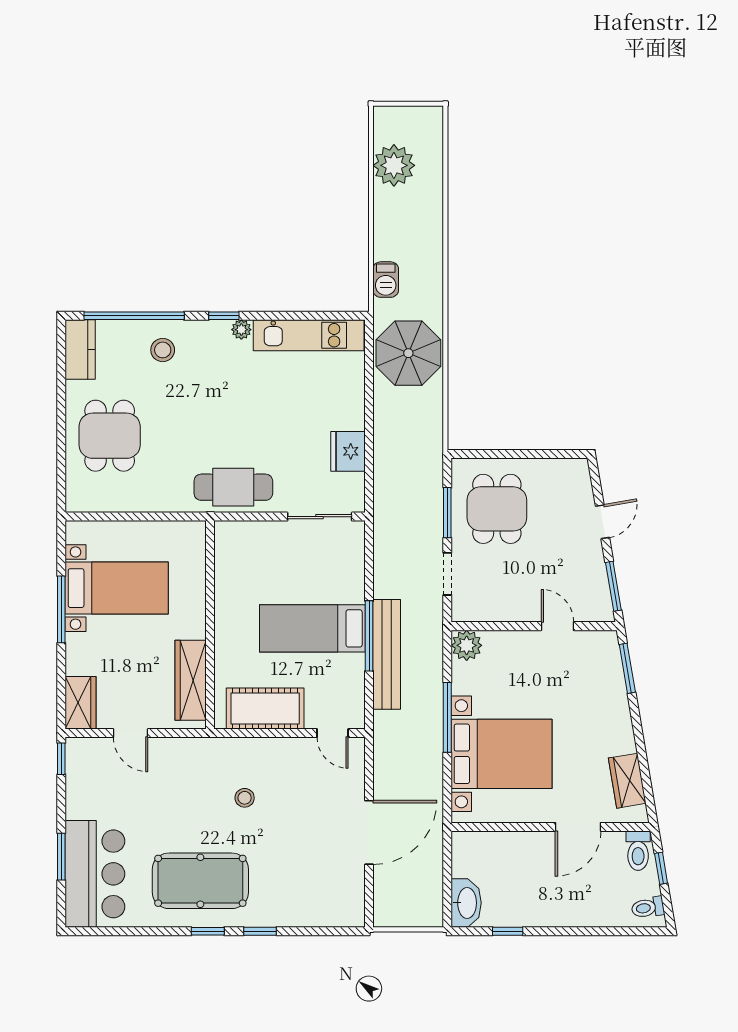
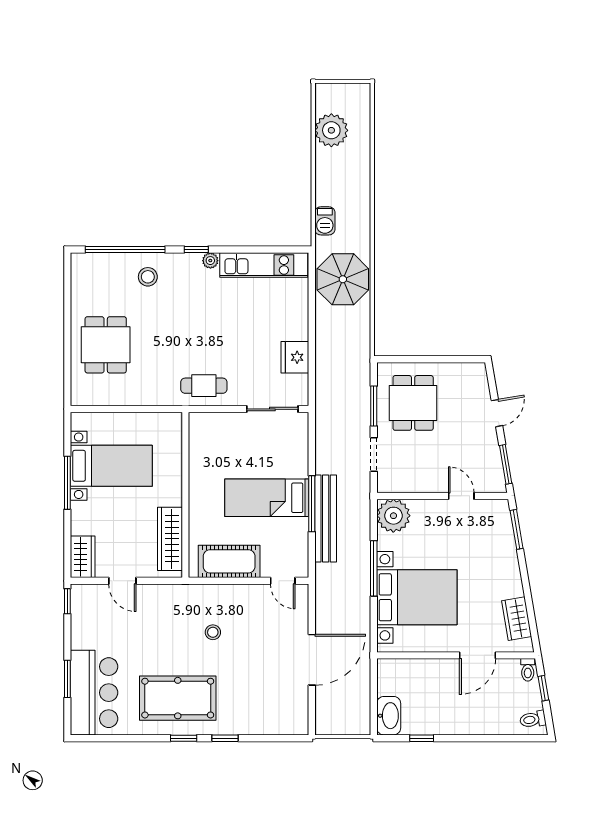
kitchen counter: (80, 350) -> (82, 276), removed
cafe table: (233, 487) -> (204, 386), width x0.73, depth x0.74
plant: (467, 645) -> (393, 516), width x1.36, depth x1.36
toilet: (638, 851) -> (528, 670), width x0.73, depth x0.72

